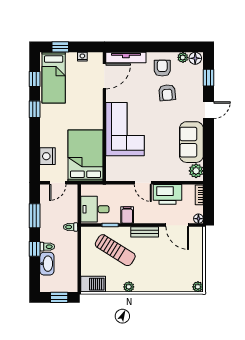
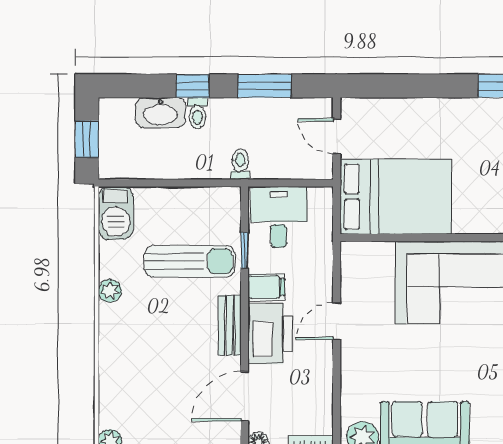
nightstand: (48, 156) -> (394, 114), removed
printer: (168, 194) -> (270, 334), moved, turned 180
sun lounger: (115, 250) -> (190, 261), turned -122

